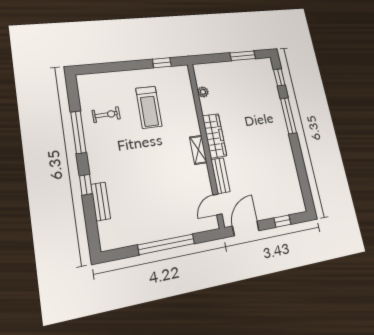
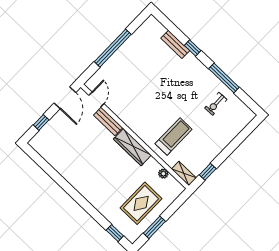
rug: (240, 83) -> (141, 203), added
treadmill: (149, 107) -> (174, 137), moved, turned 90
window: (288, 116) -> (88, 207), removed
shelving: (198, 150) -> (184, 173), moved

